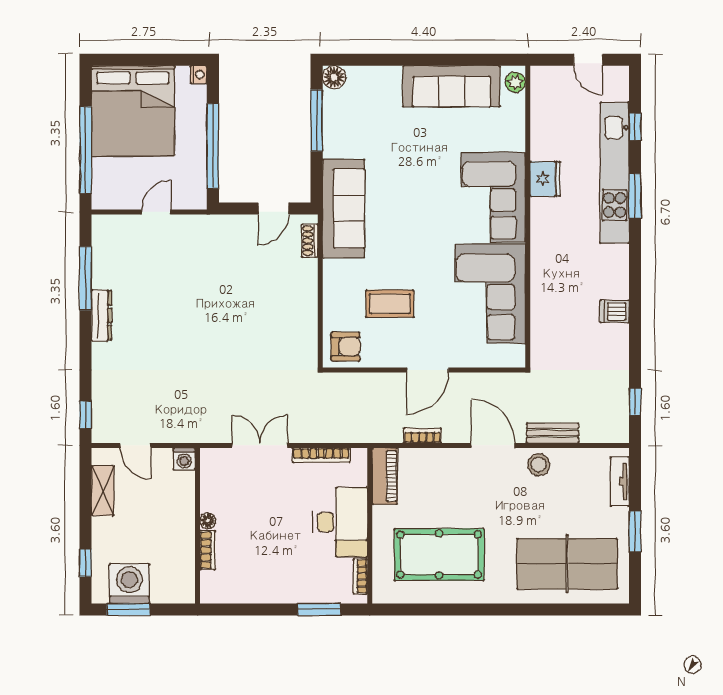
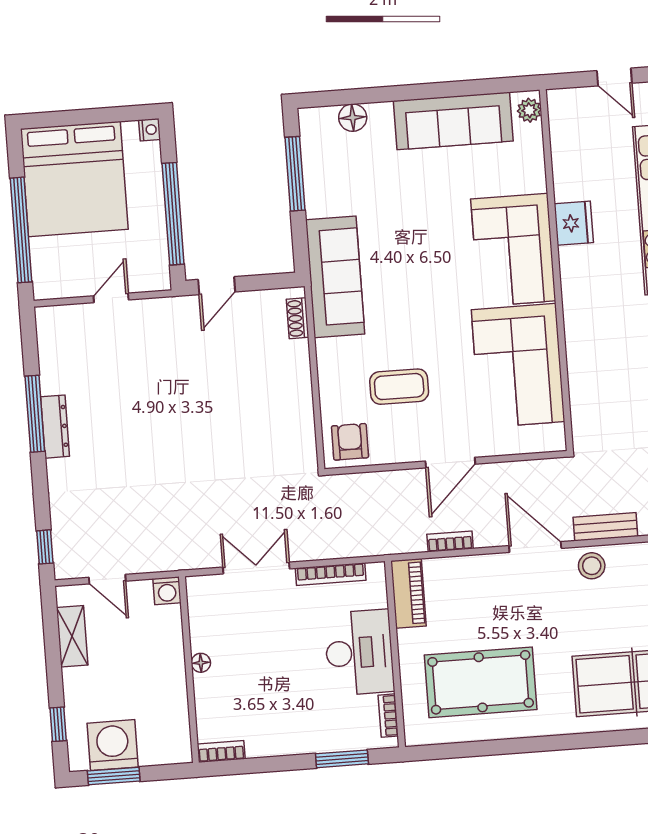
floor lamp: (334, 77) -> (353, 118), moved
door: (273, 208) -> (217, 286), moved
window: (86, 278) -> (35, 414), moved
armchair: (346, 347) -> (350, 442), turned -90
bookcase: (208, 550) -> (221, 751), moved, turned -90

